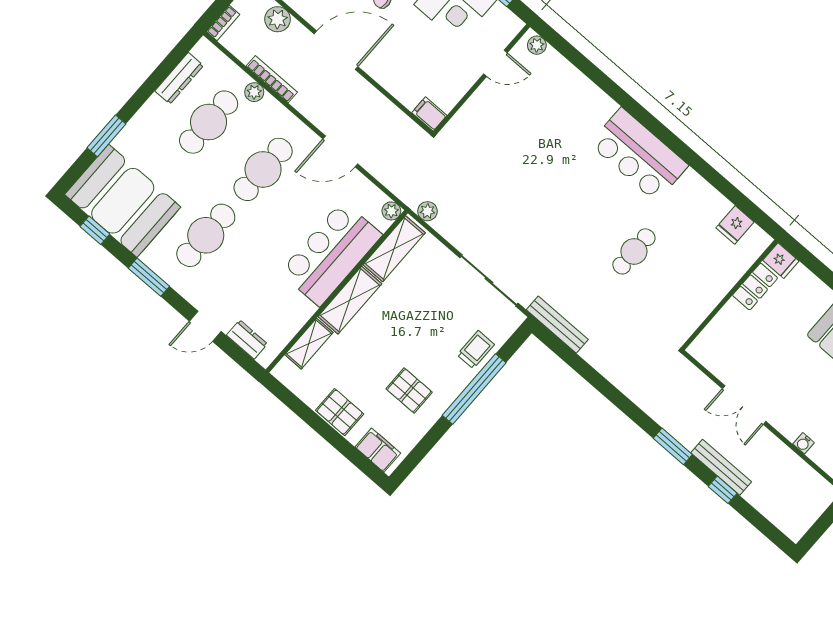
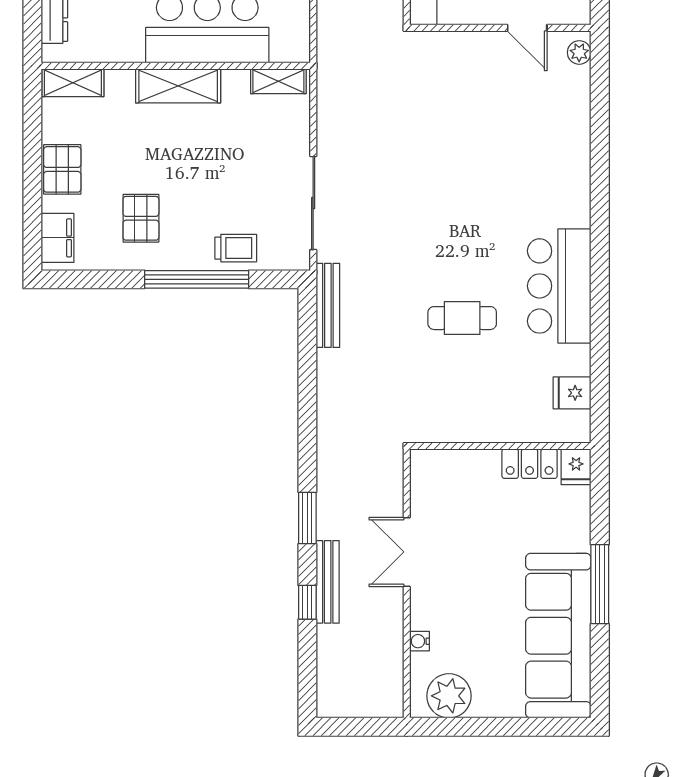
bar counter: (639, 155) -> (559, 286), moved
plant: (391, 211) -> (299, 51), removed
plant: (427, 211) -> (328, 86), removed
shelving: (394, 249) -> (278, 81), width x0.67, depth x0.75
shelving: (309, 344) -> (73, 83), moved

